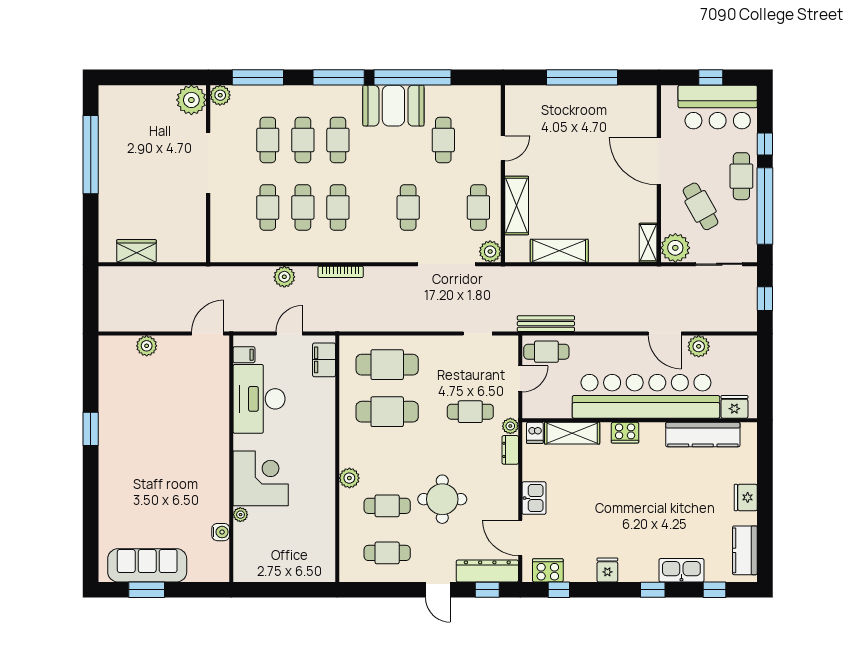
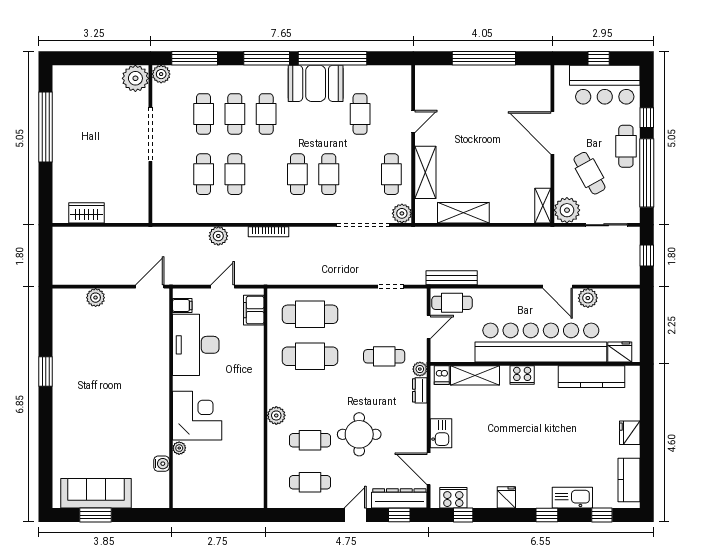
cafe table: (338, 207) -> (297, 174), moved
door: (438, 590) -> (355, 515), swing flipped

